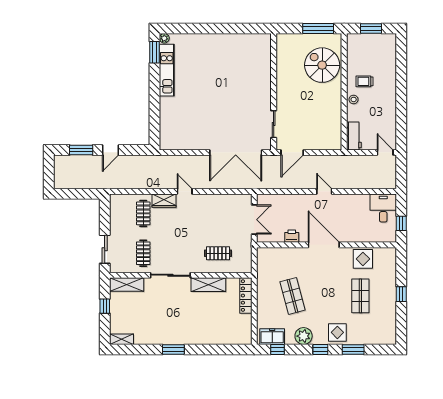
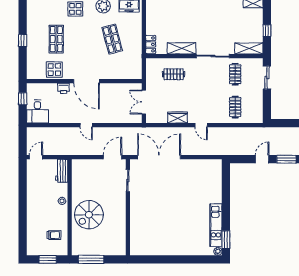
spiral stairs: (322, 65) -> (89, 215), moved, turned 90
trolley: (365, 81) -> (54, 235), moved
door: (385, 152) -> (36, 157), swing flipped
wardrobe: (164, 201) -> (178, 118), moved
printer: (292, 236) -> (63, 88), moved
locker: (246, 296) -> (151, 44), width x0.66

